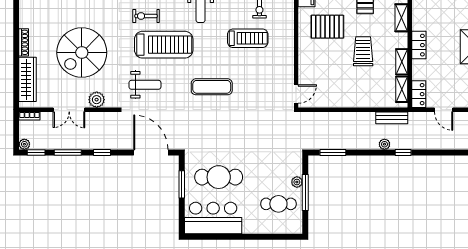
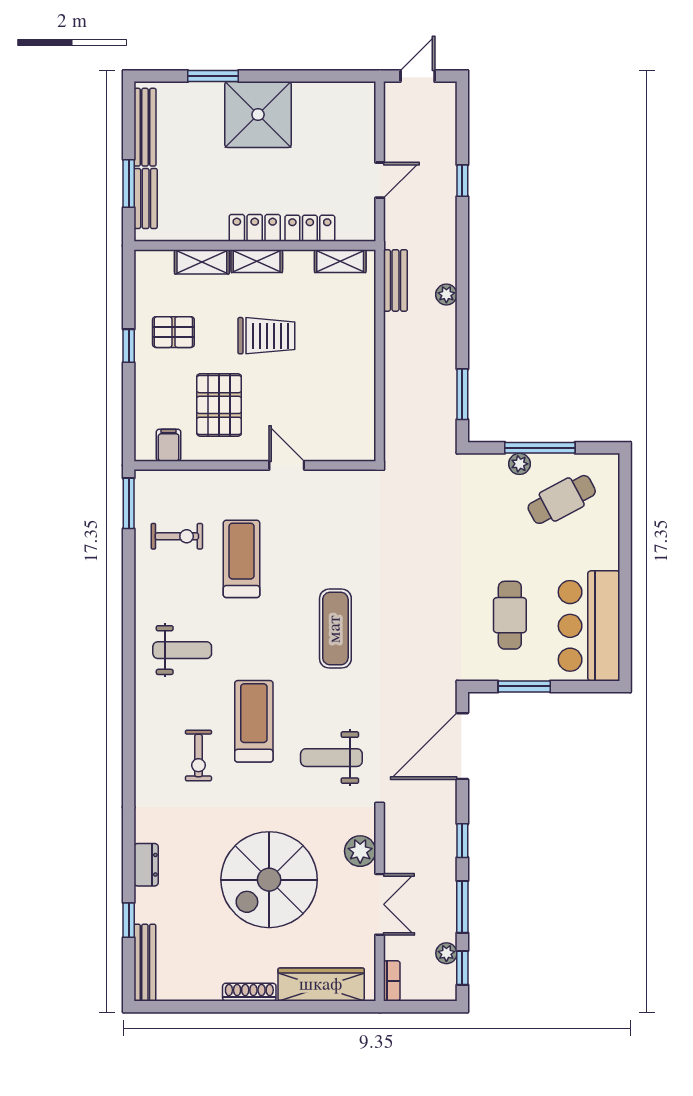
treadmill: (164, 45) -> (254, 721), width x0.73, depth x0.73
trolley: (363, 51) -> (266, 336), turned 180
spiral stairs: (82, 53) -> (269, 880), turned 90
shelving: (402, 62) -> (257, 261), moved
weight bench: (145, 85) -> (331, 758), turned -90
door: (296, 94) -> (287, 465), moved
locker: (419, 94) -> (310, 228), moved
plant: (24, 144) -> (446, 953), moved
window: (403, 152) -> (462, 181), moved
cafe table: (219, 177) -> (510, 615), width x0.73, depth x0.74
cafe table: (278, 204) -> (562, 499), turned 62

